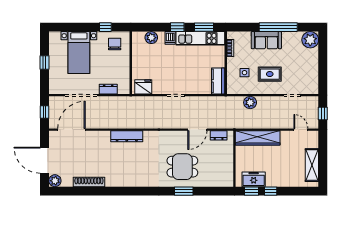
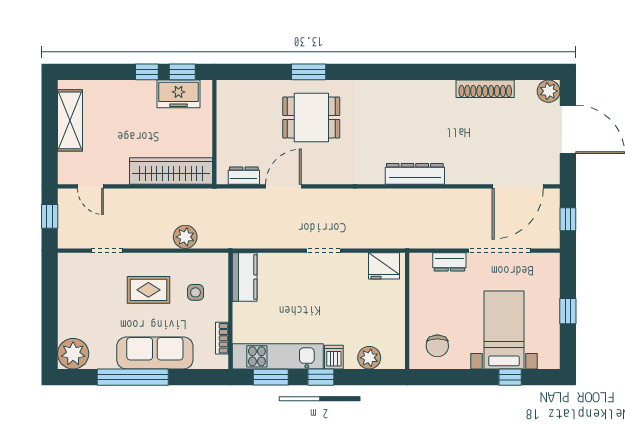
window: (105, 27) -> (510, 377), moved
sofa: (266, 40) -> (155, 353), width x1.36

